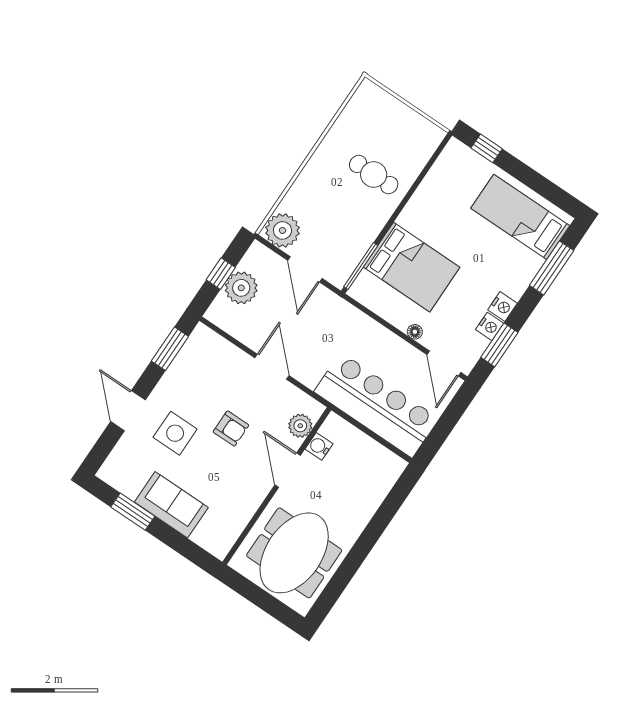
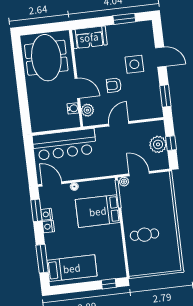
plant: (282, 230) -> (124, 182), moved, width x0.53, depth x0.53
door: (272, 367) -> (119, 124), swing flipped
sofa: (171, 505) -> (89, 37), moved

